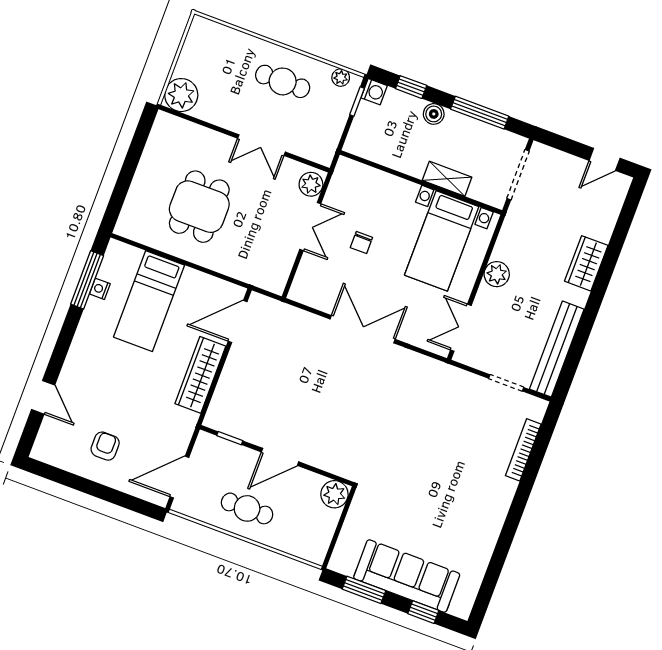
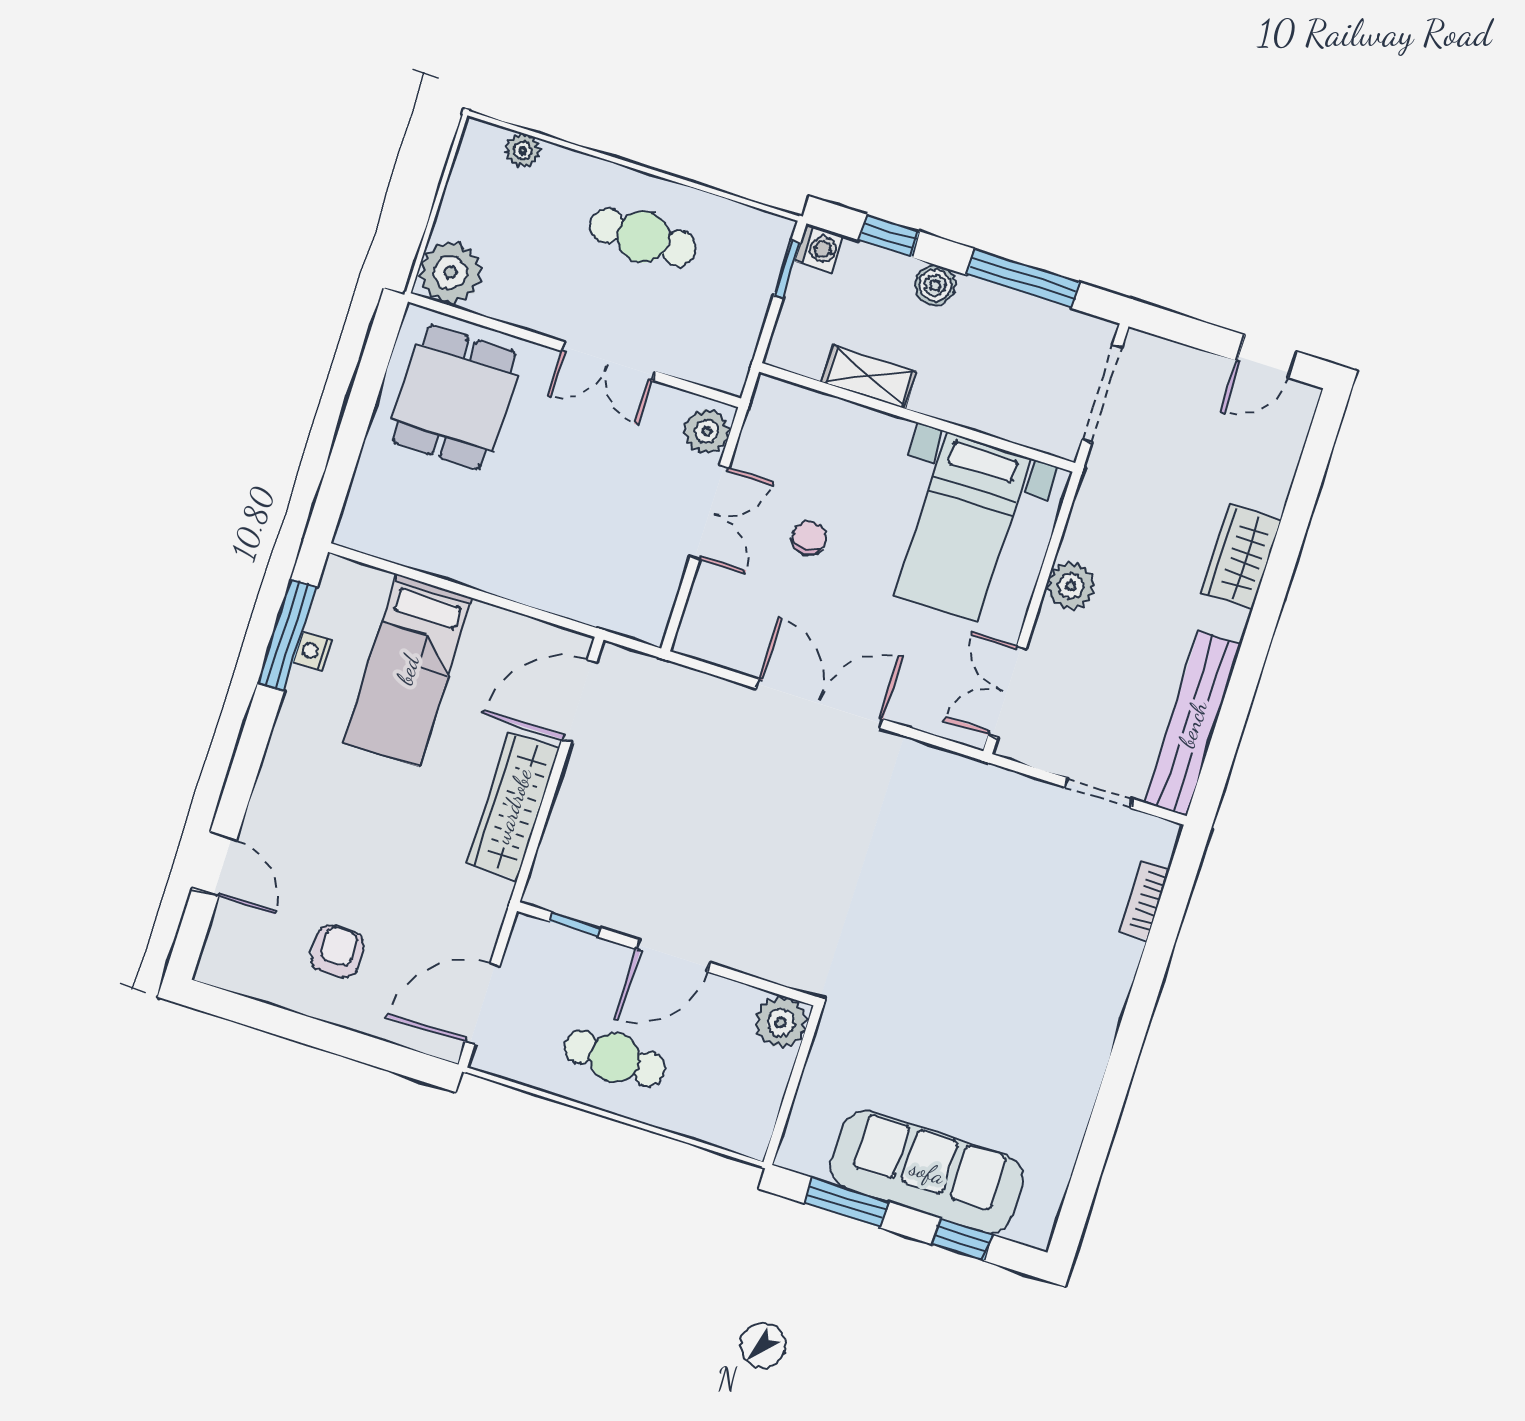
plant: (341, 78) -> (523, 150), moved
shelving: (447, 179) -> (869, 377), moved
dining table: (199, 207) -> (454, 397), moved
chair: (361, 243) -> (809, 538), turned 180
bookcase: (523, 450) -> (1144, 900), width x0.64

